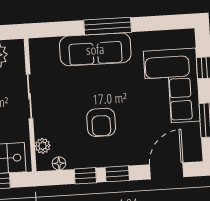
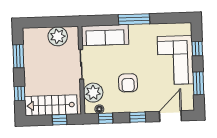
sofa: (95, 49) -> (105, 35), moved
plant: (43, 146) -> (93, 93), width x1.88, depth x1.88
window: (85, 176) -> (106, 118), moved

